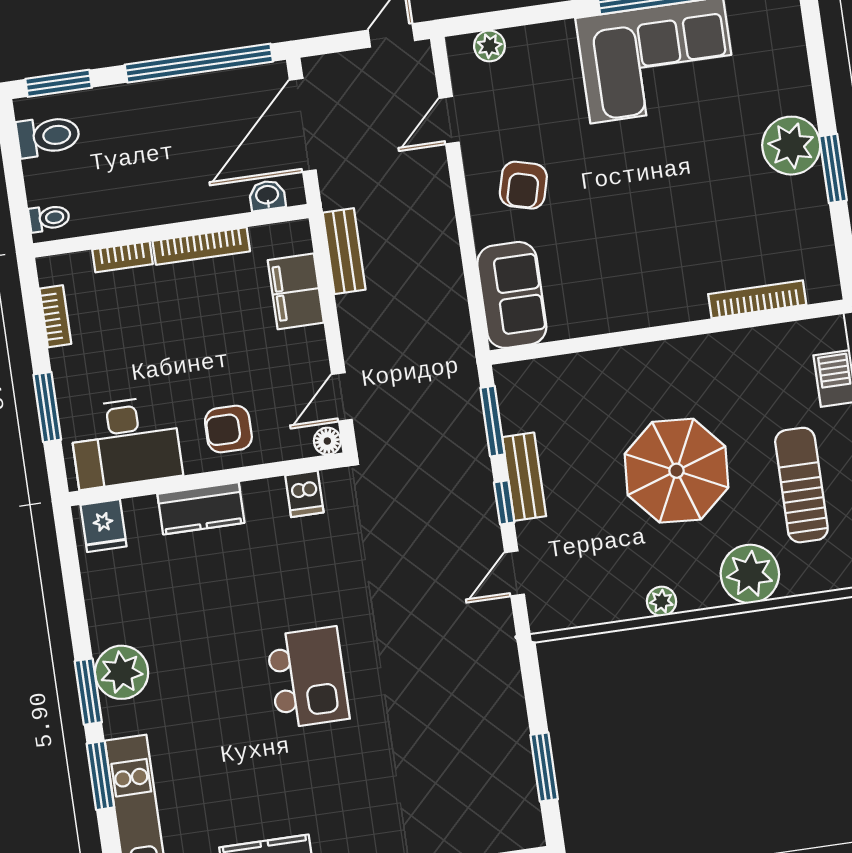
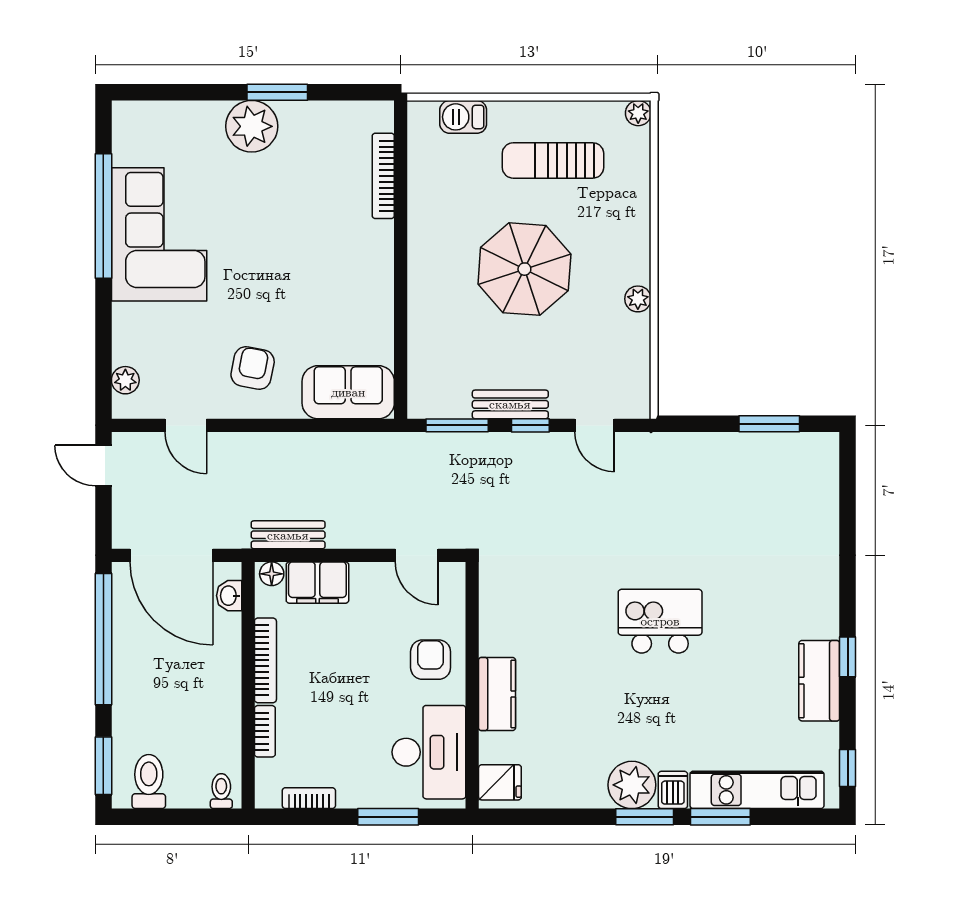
armchair: (523, 185) -> (253, 368), turned -94
armchair: (228, 429) -> (431, 660), turned 180
floor lamp: (327, 441) -> (272, 574), moved
dishwasher: (304, 494) -> (673, 790), moved, turned -90
plant: (750, 574) -> (625, 217), removed

